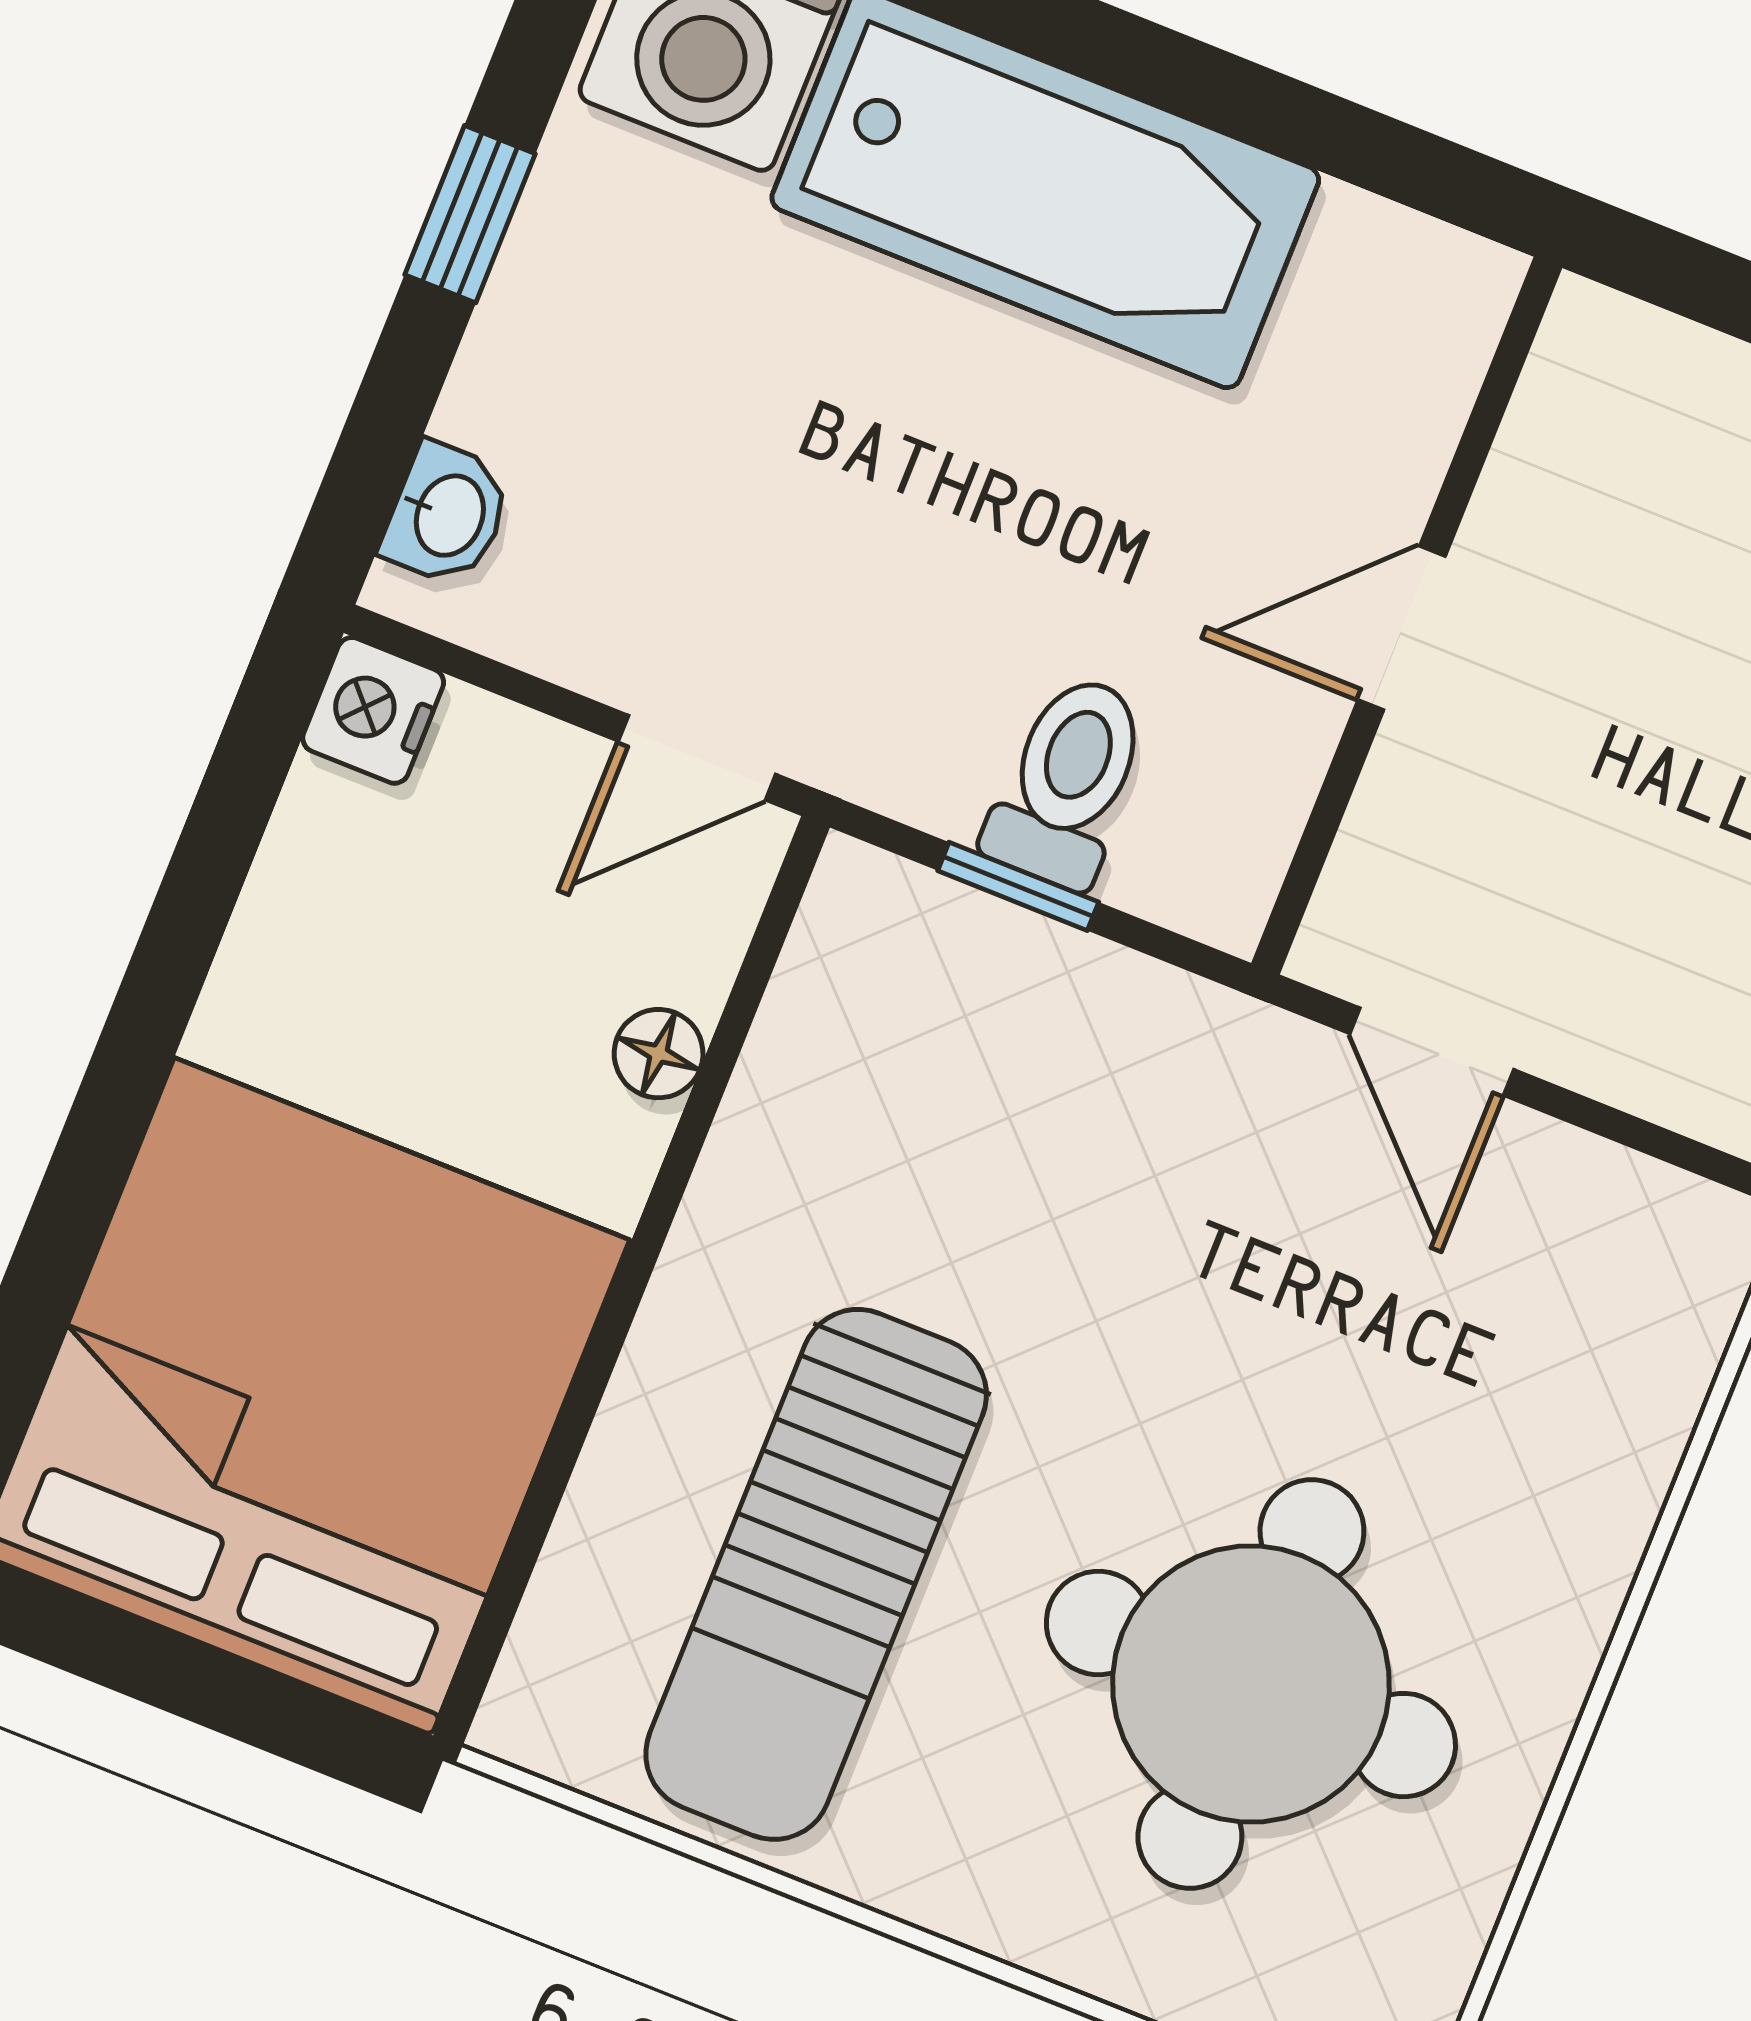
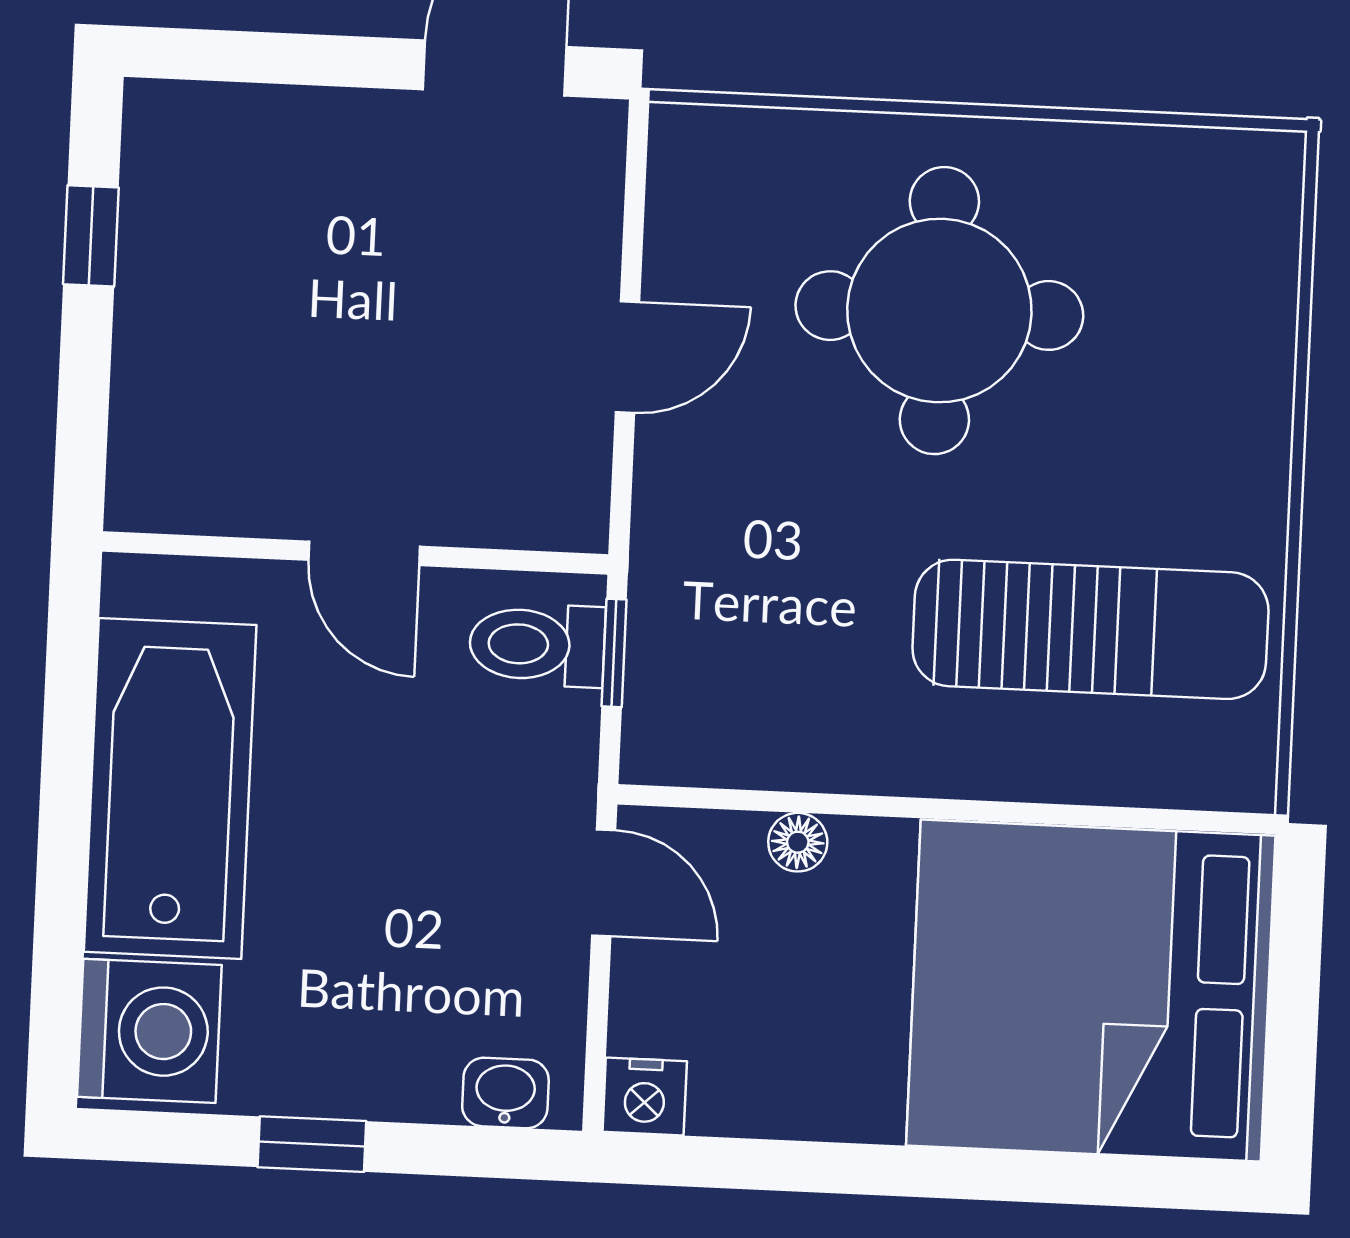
wall: (1407, 615) -> (355, 553), moved
door: (1402, 628) -> (364, 553), moved
round table: (1251, 1684) -> (939, 311), moved

